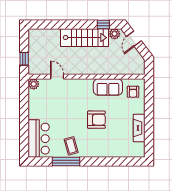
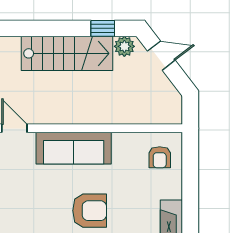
door: (134, 39) -> (161, 56), swing flipped
sofa: (108, 87) -> (74, 148), moved, width x1.36

